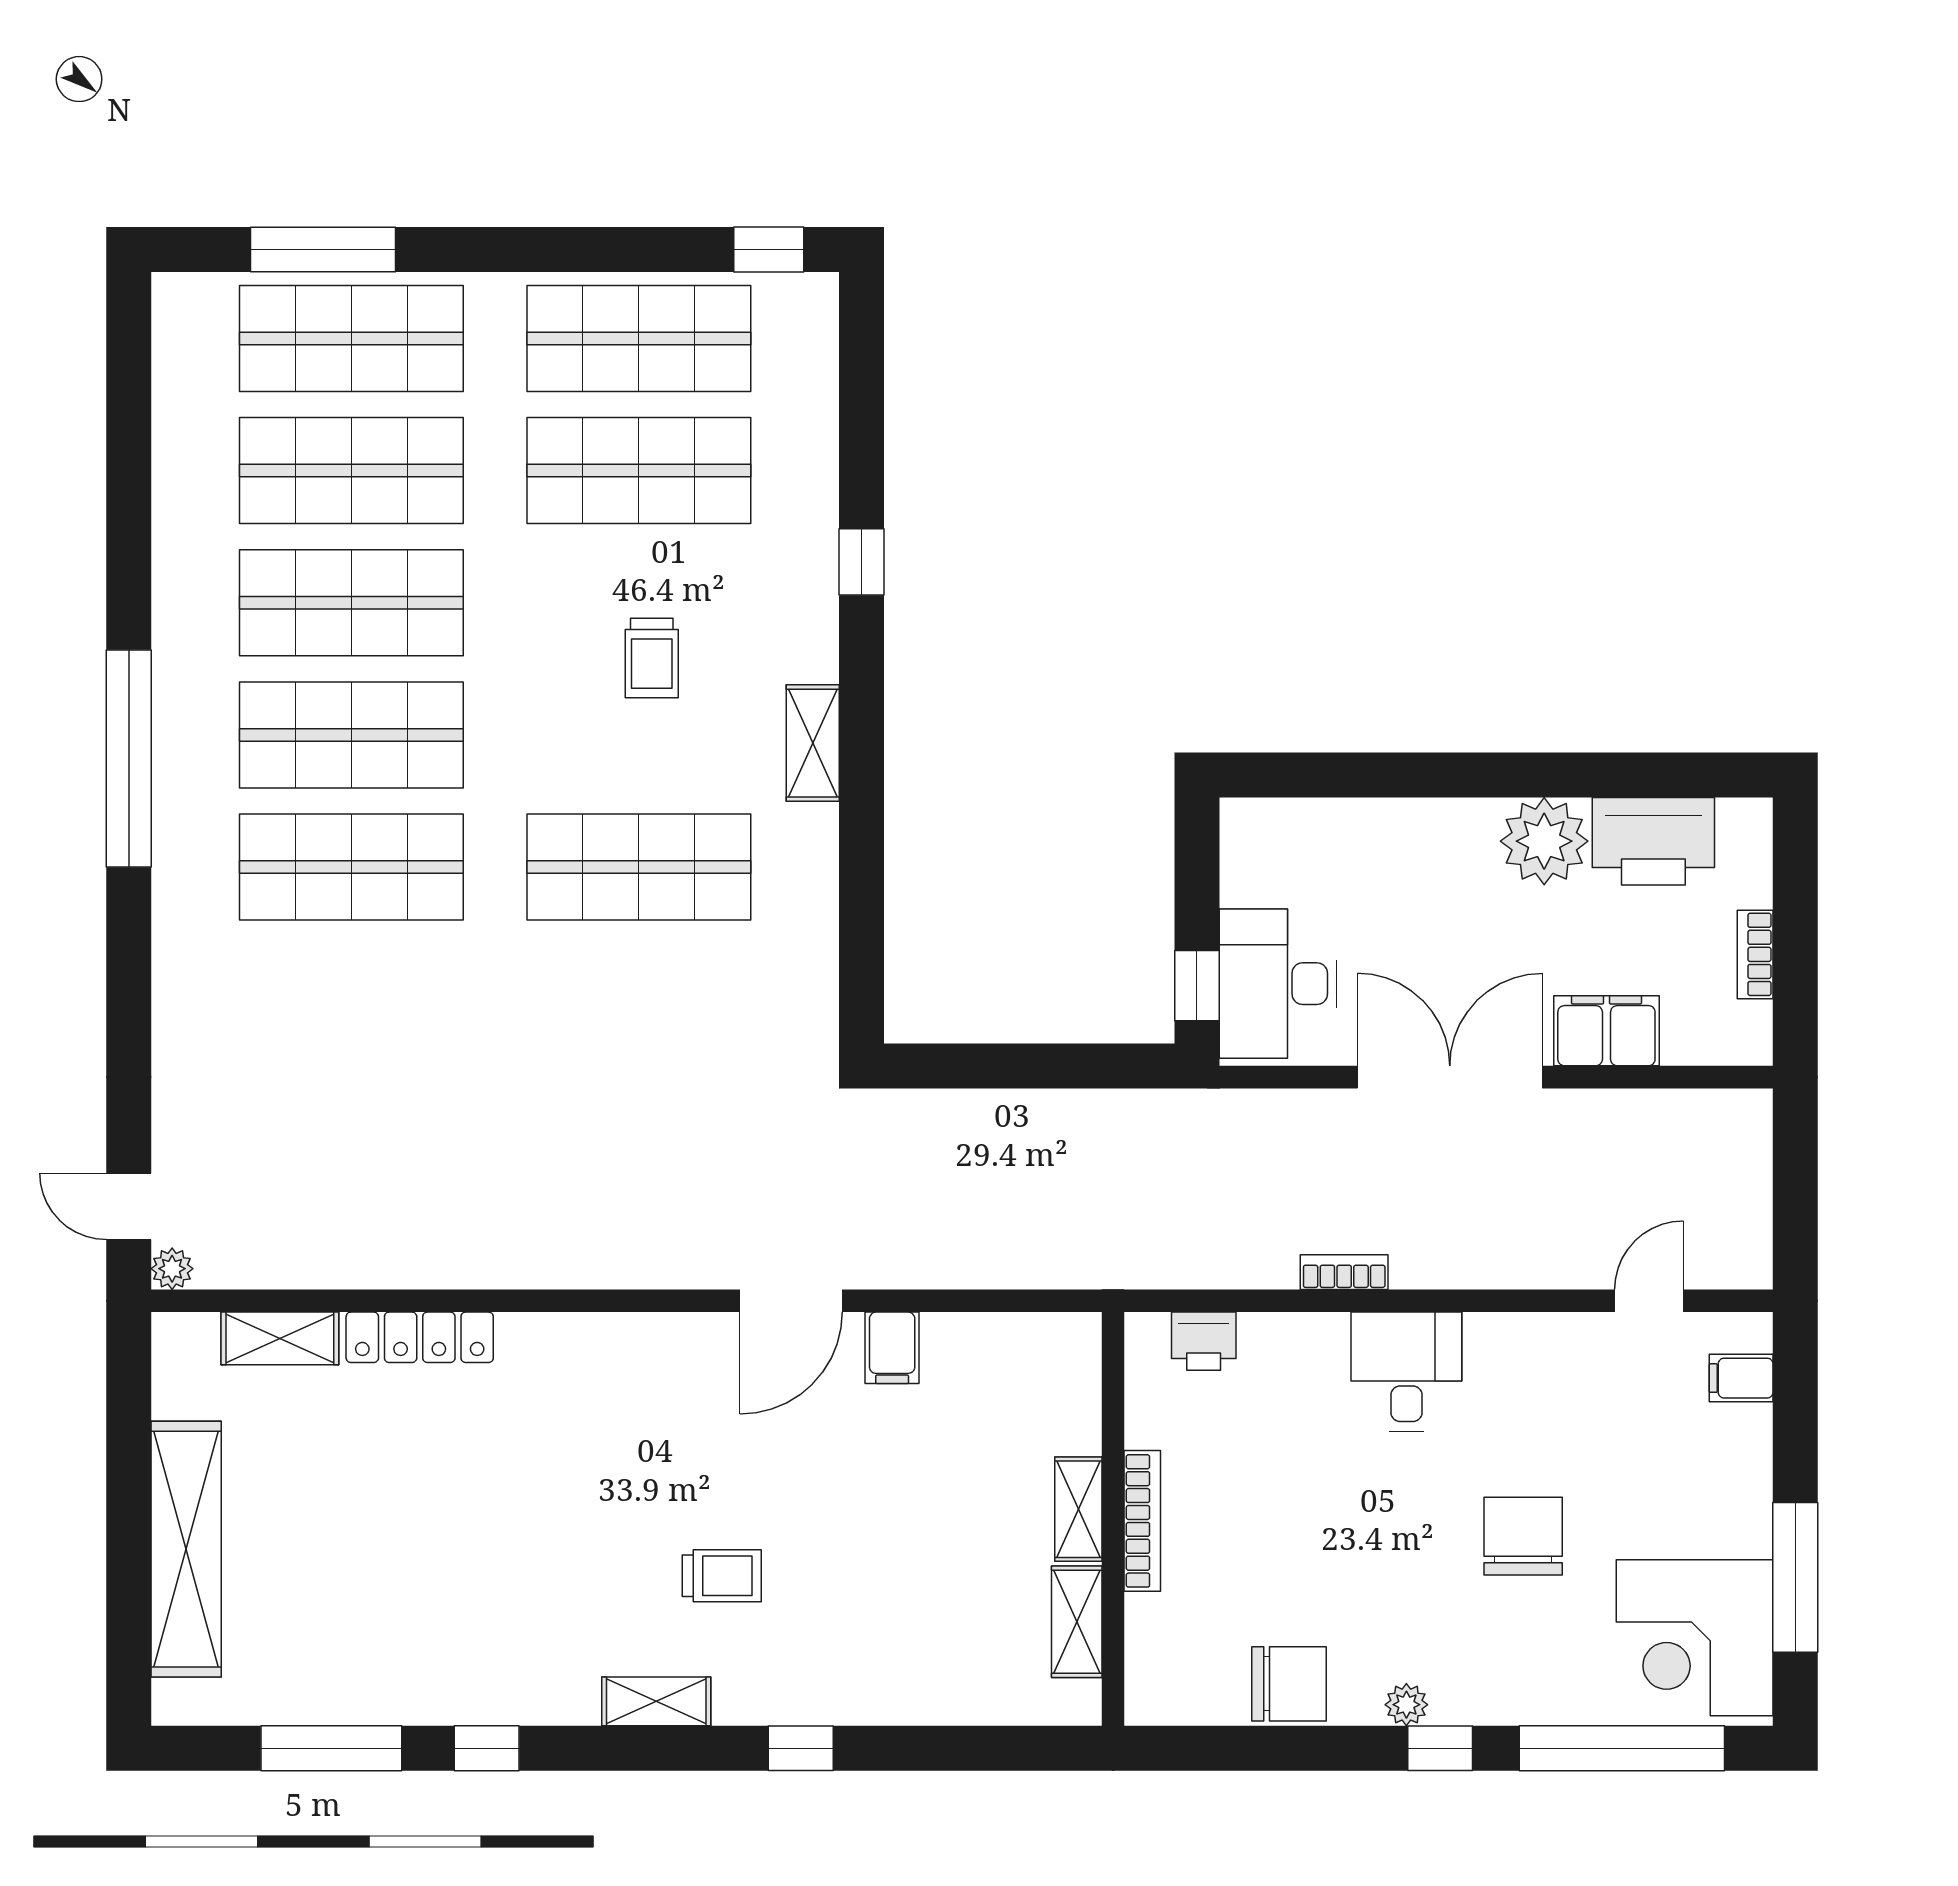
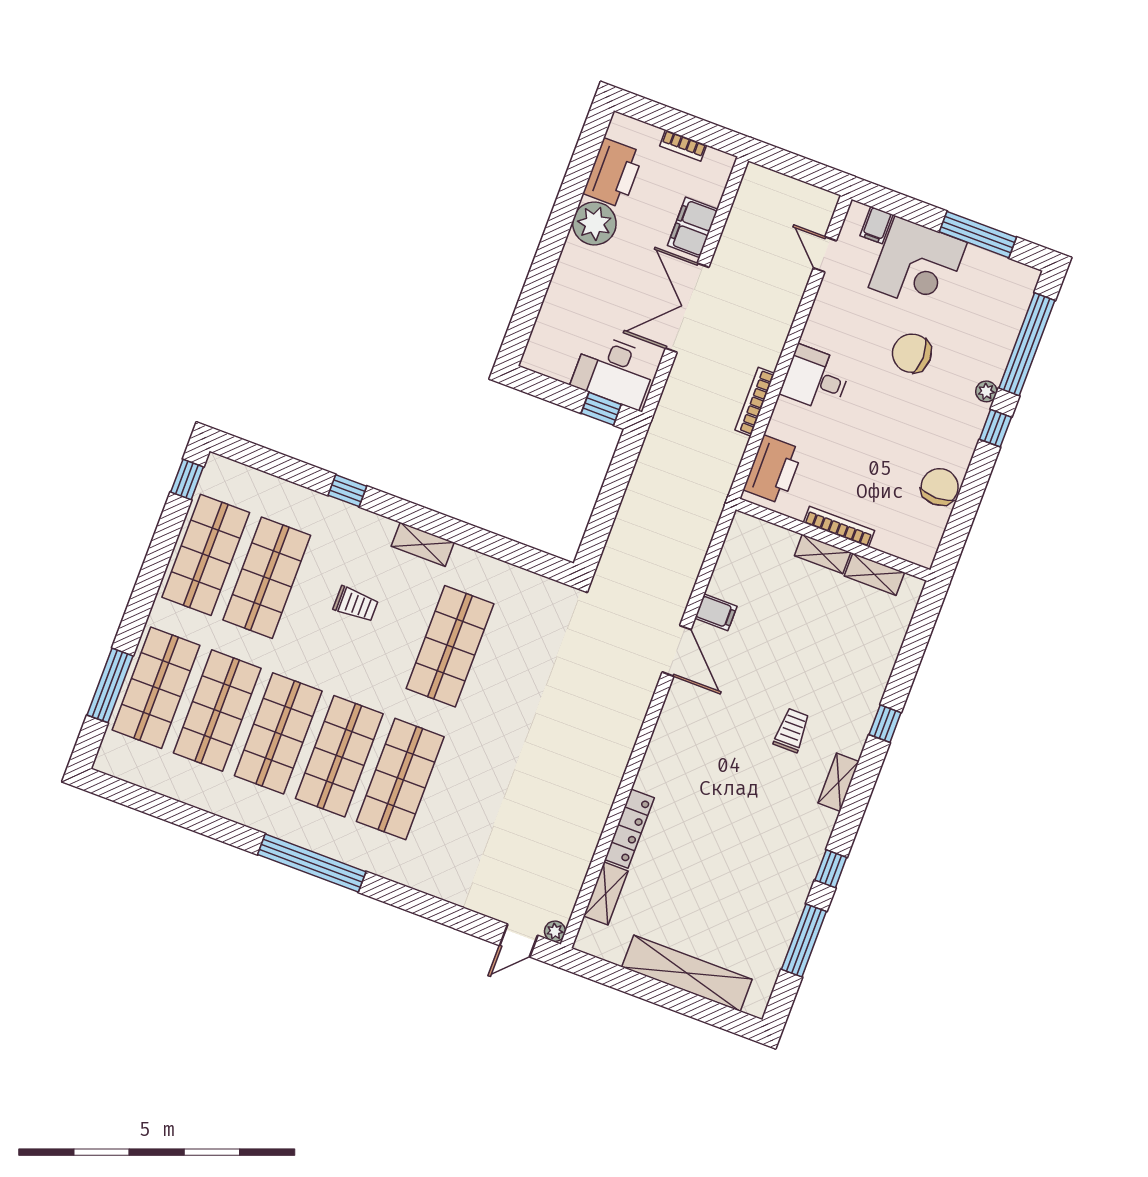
bookcase: (1344, 1272) -> (755, 402), width x1.56
printer: (1204, 1341) -> (773, 470), width x1.87, depth x1.48
corner desk: (1695, 1638) -> (918, 265), moved
plant: (1406, 1705) -> (986, 391), moved

